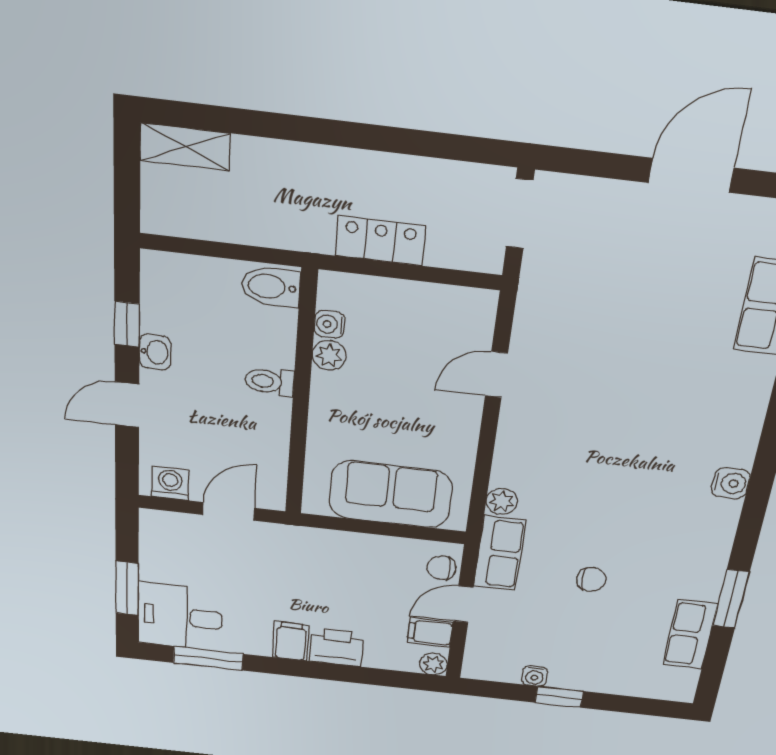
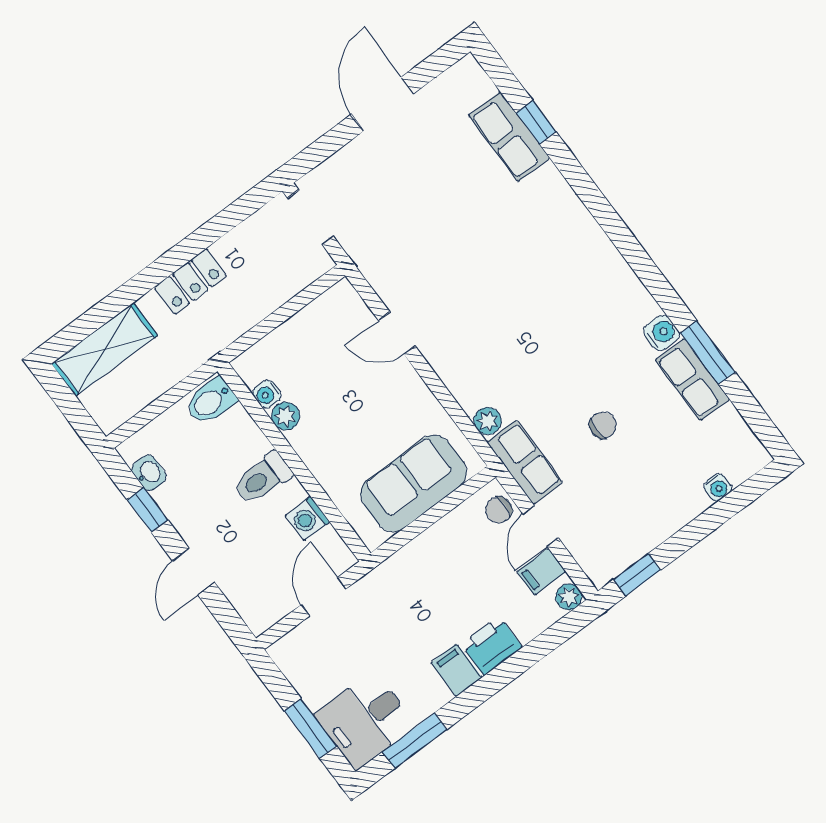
shelving: (185, 147) -> (104, 349), width x1.50, depth x1.33
locker: (380, 241) -> (190, 281), moved, turned 180
washbasin: (155, 352) -> (149, 473), moved
door: (496, 375) -> (397, 333), hinge flipped
toilet: (270, 382) -> (263, 478), width x1.37, depth x1.39
washing machine: (170, 483) -> (308, 519), moved, turned -90
water cooler: (731, 483) -> (661, 333), moved
row of seats: (690, 634) -> (692, 380), moved
water cooler: (535, 676) -> (718, 487), moved
window: (559, 697) -> (637, 575), moved

